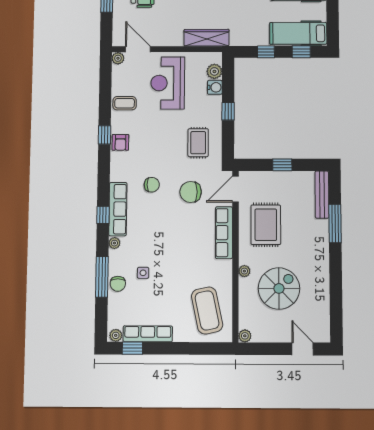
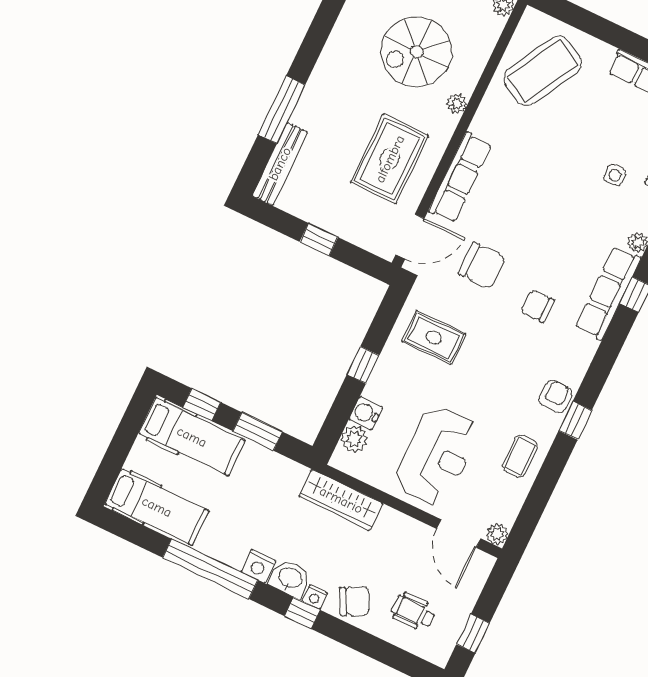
window: (266, 52) -> (258, 431), width x1.50
coffee table: (125, 103) -> (520, 456), turned 90
rug: (198, 143) -> (434, 338), turned 90
coffee table: (207, 310) -> (543, 71), turned 41

